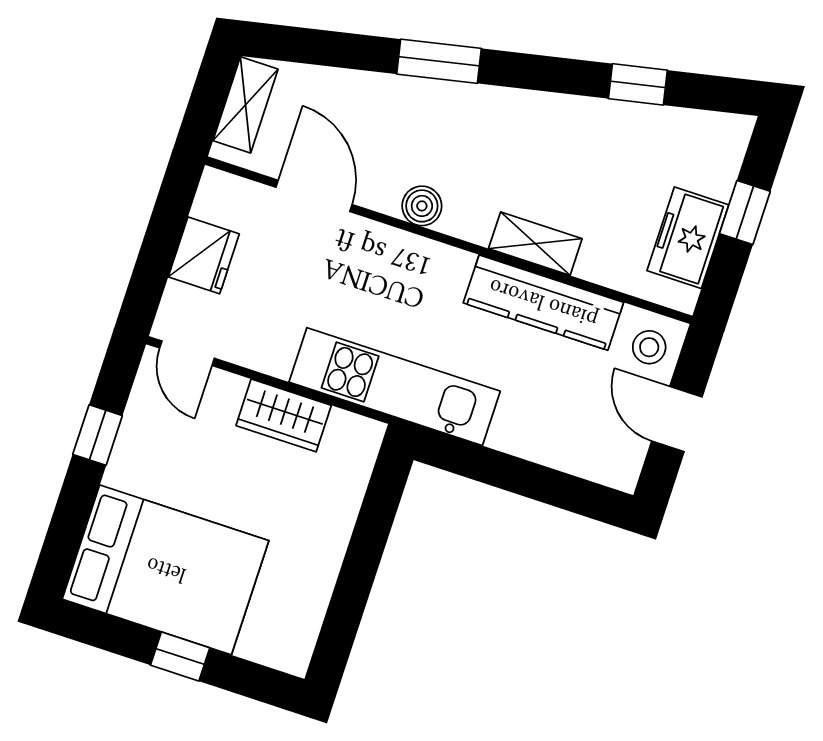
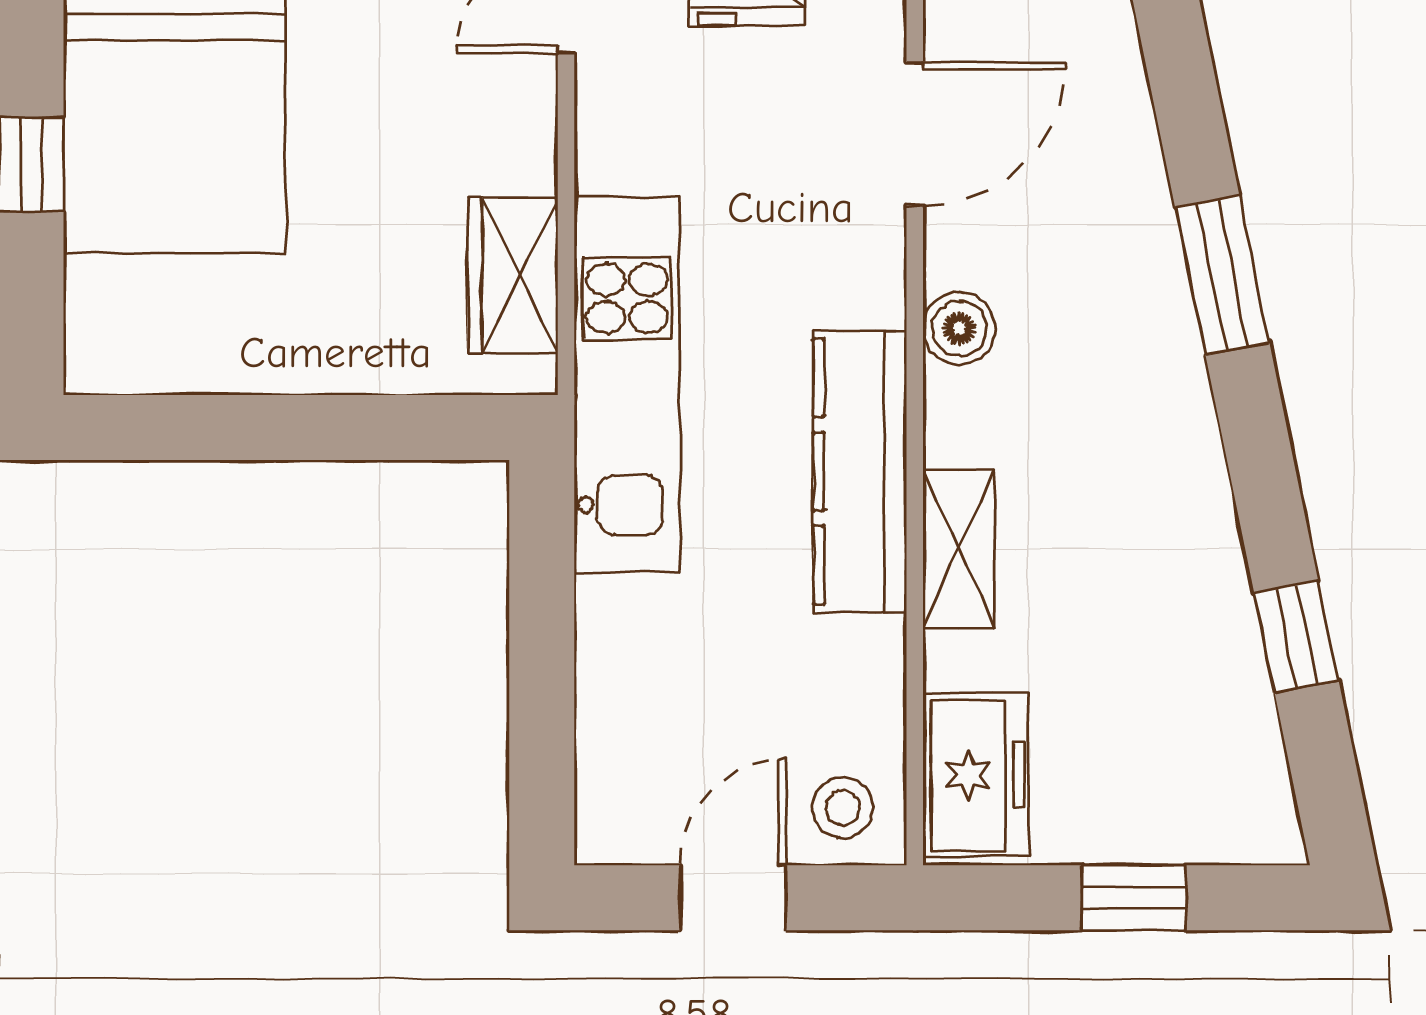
freezer: (688, 238) -> (976, 775), moved, turned 90
kitchen counter: (543, 303) -> (860, 472), moved
wardrobe: (284, 415) -> (513, 276), moved

